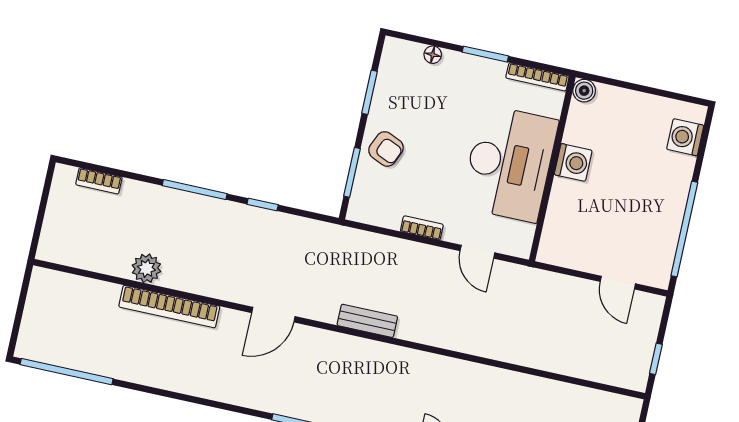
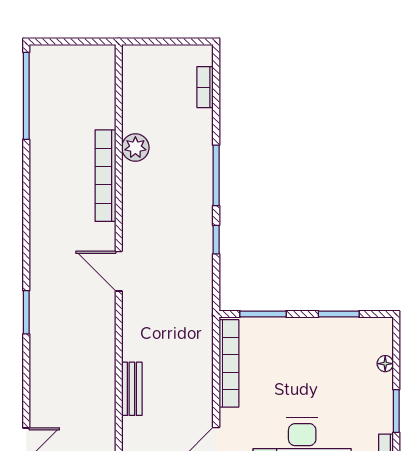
armchair: (386, 149) -> (291, 340), removed
bookcase: (422, 228) -> (229, 363), width x2.31, depth x1.31
bench: (367, 321) -> (132, 389), moved

